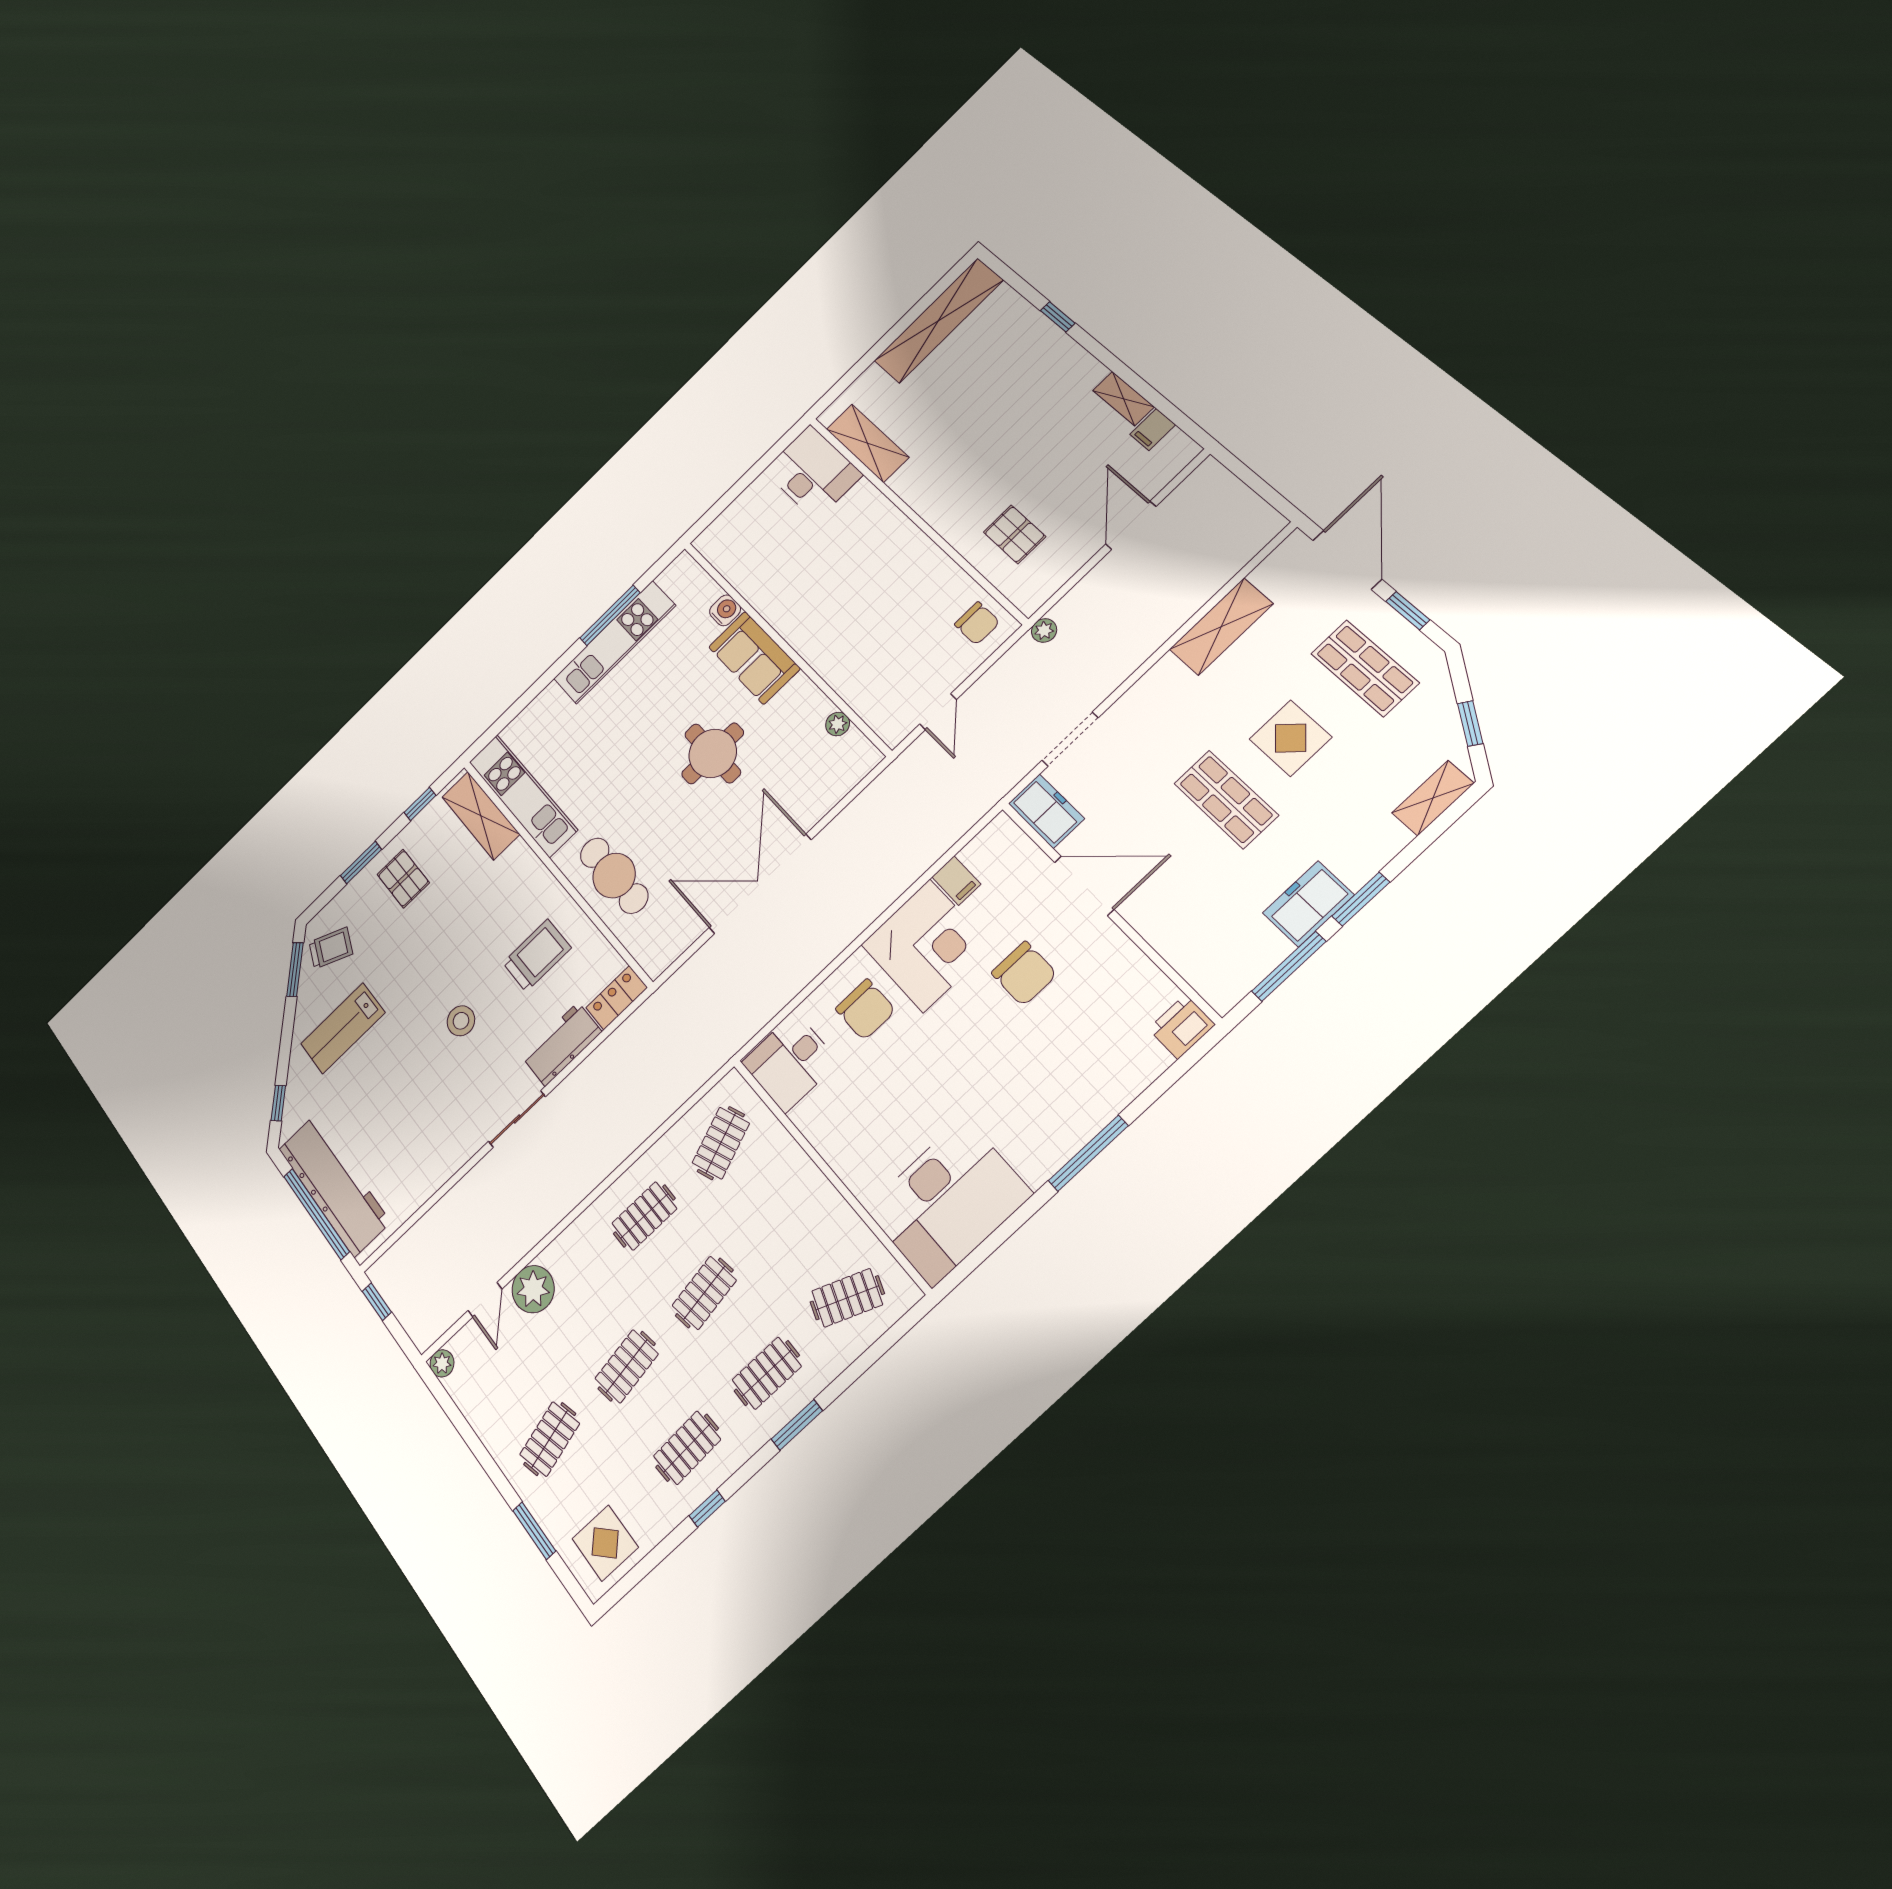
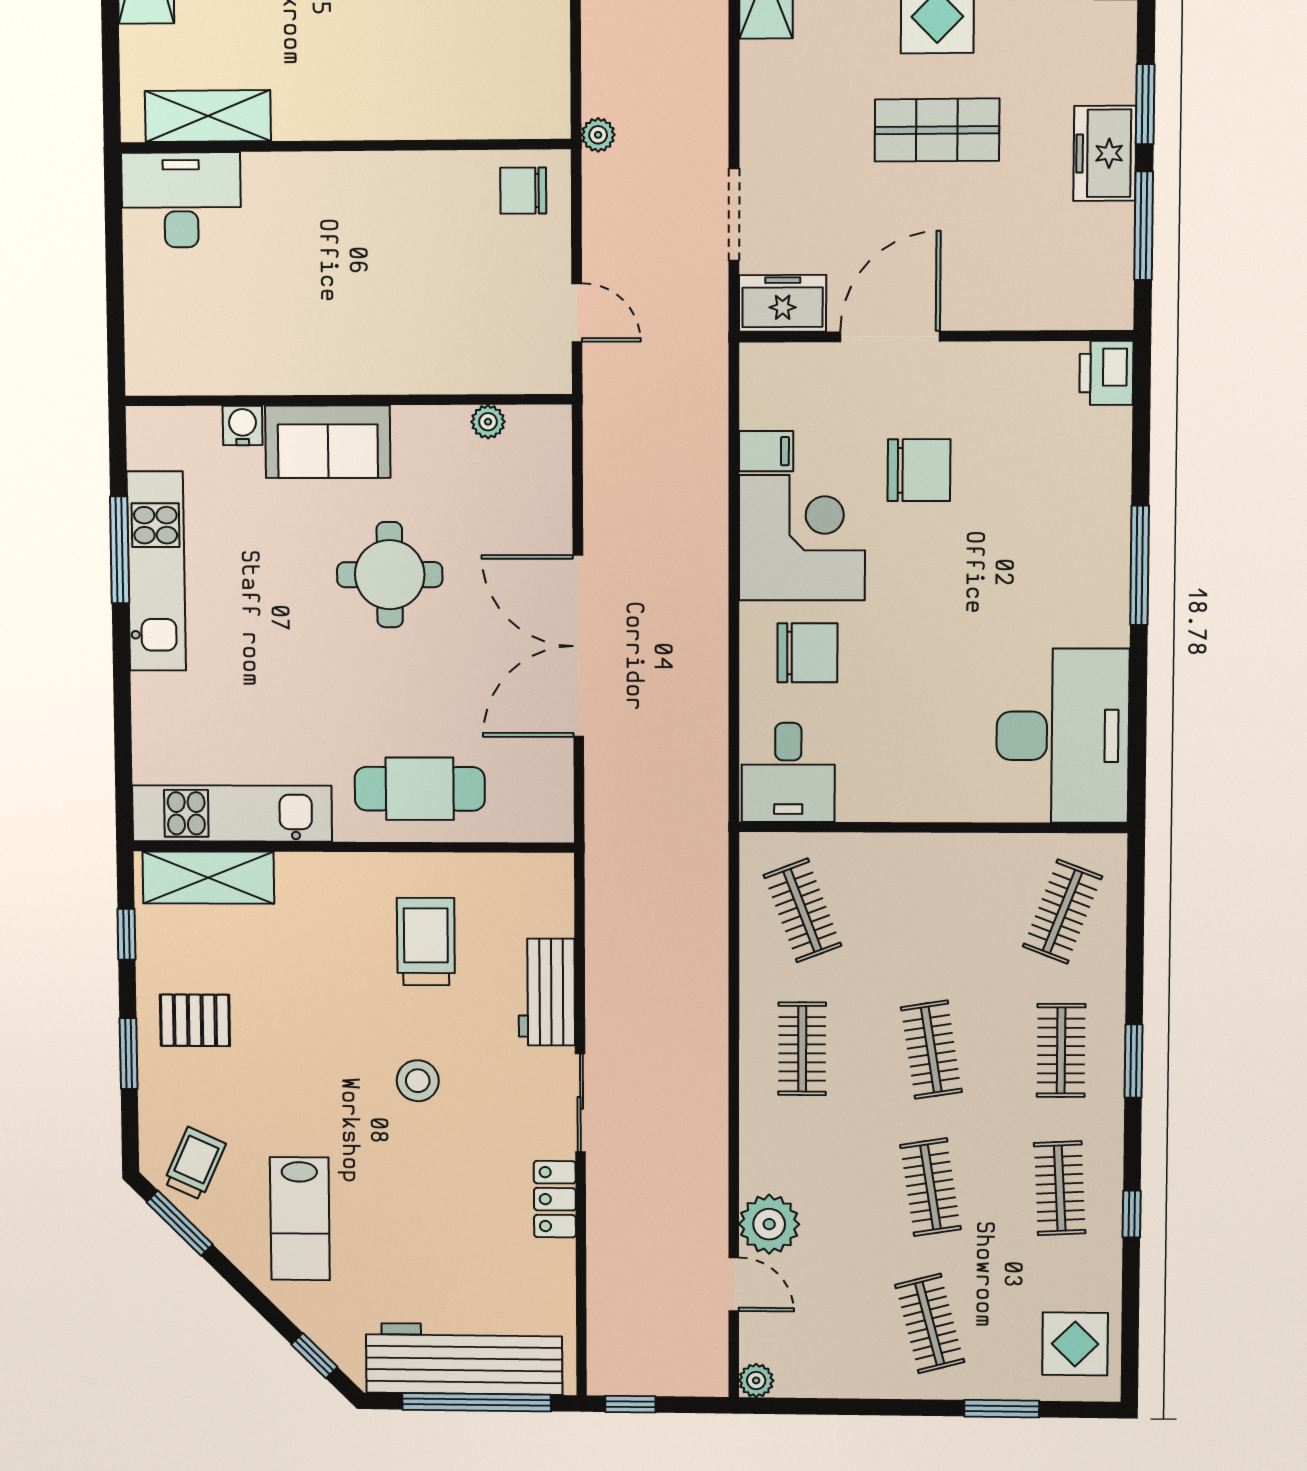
pallet: (1014, 534) -> (467, 68), removed
chair: (977, 623) -> (523, 191), turned 180
locker: (617, 998) -> (555, 1199), moved

